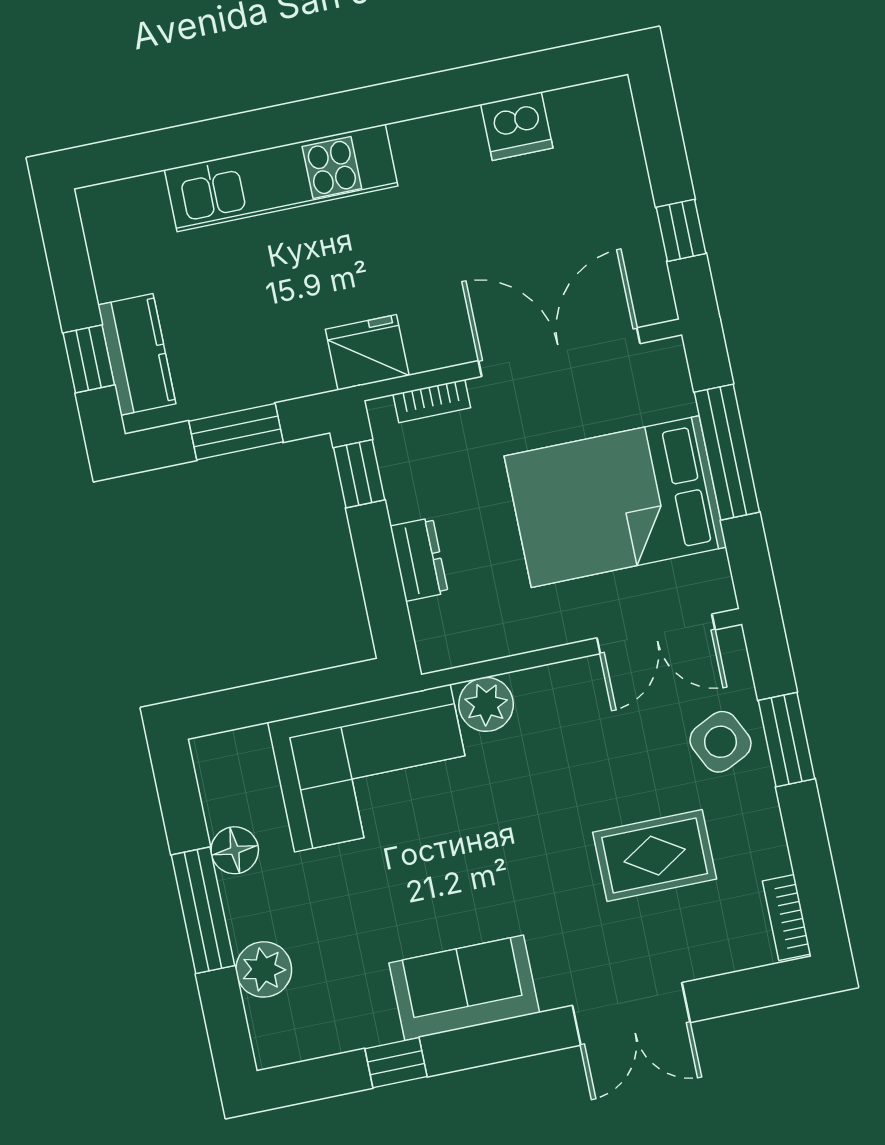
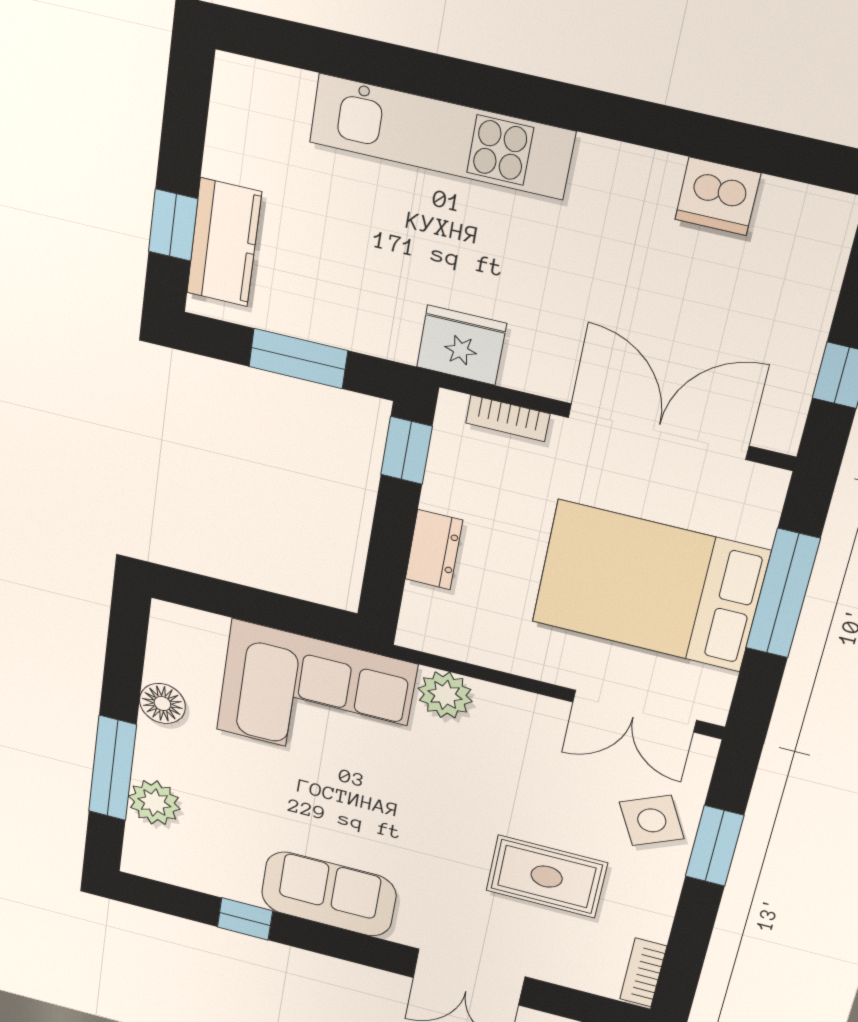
window: (203, 910) -> (112, 768), moved

